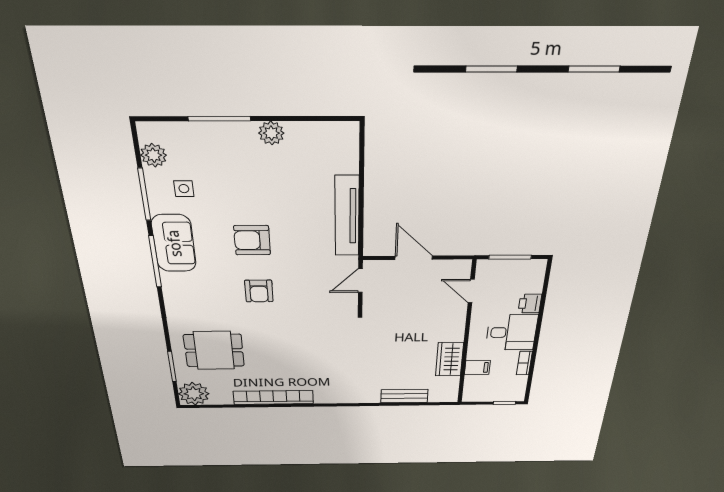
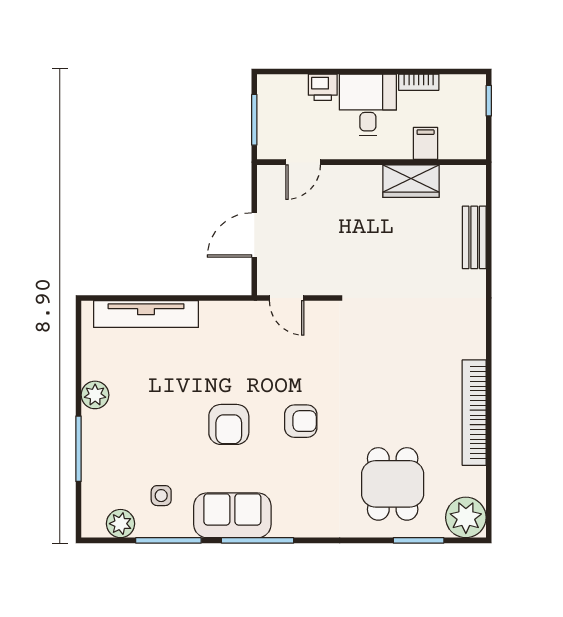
tv unit: (347, 216) -> (146, 314), moved

